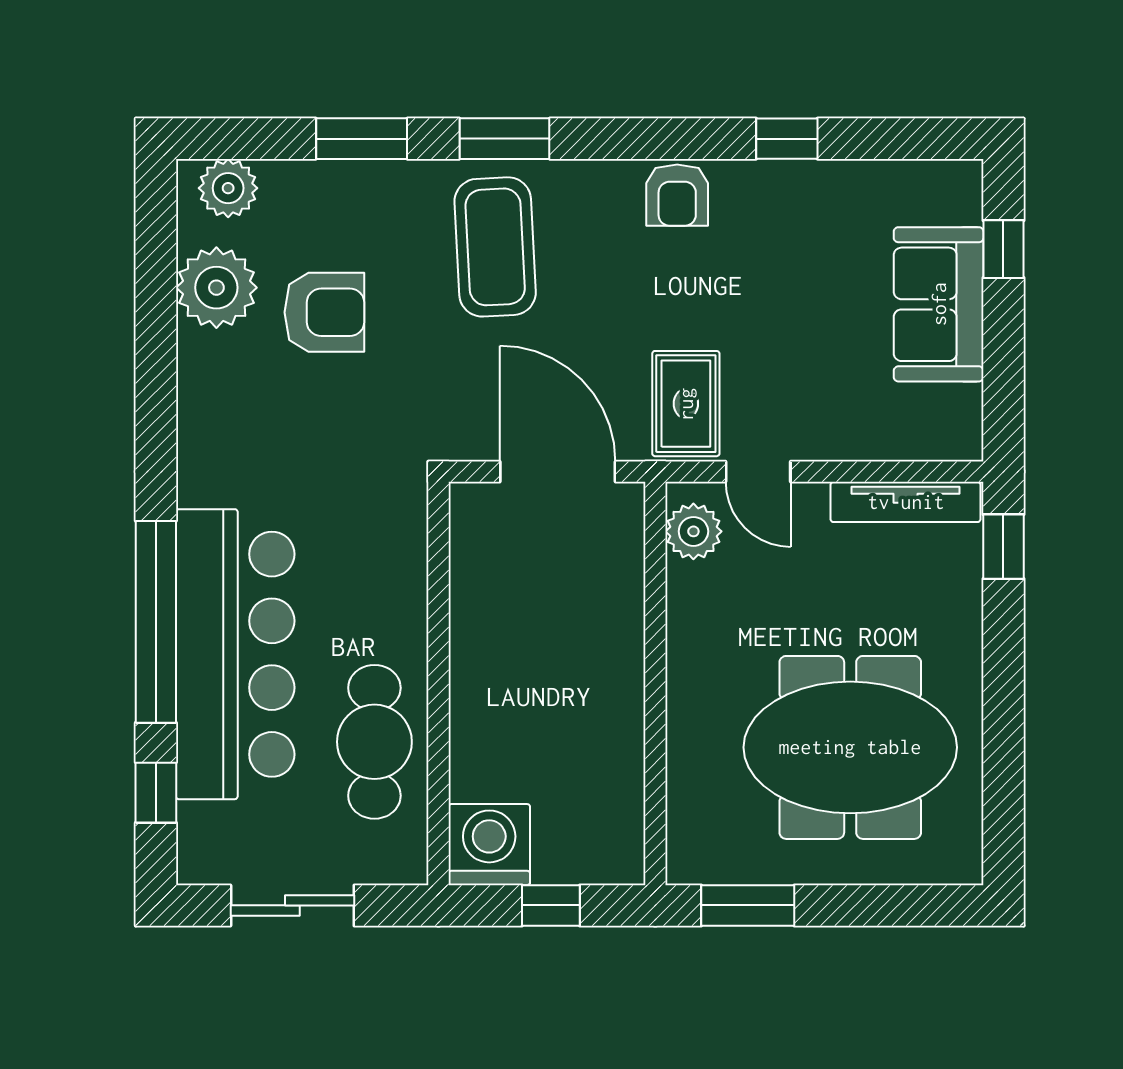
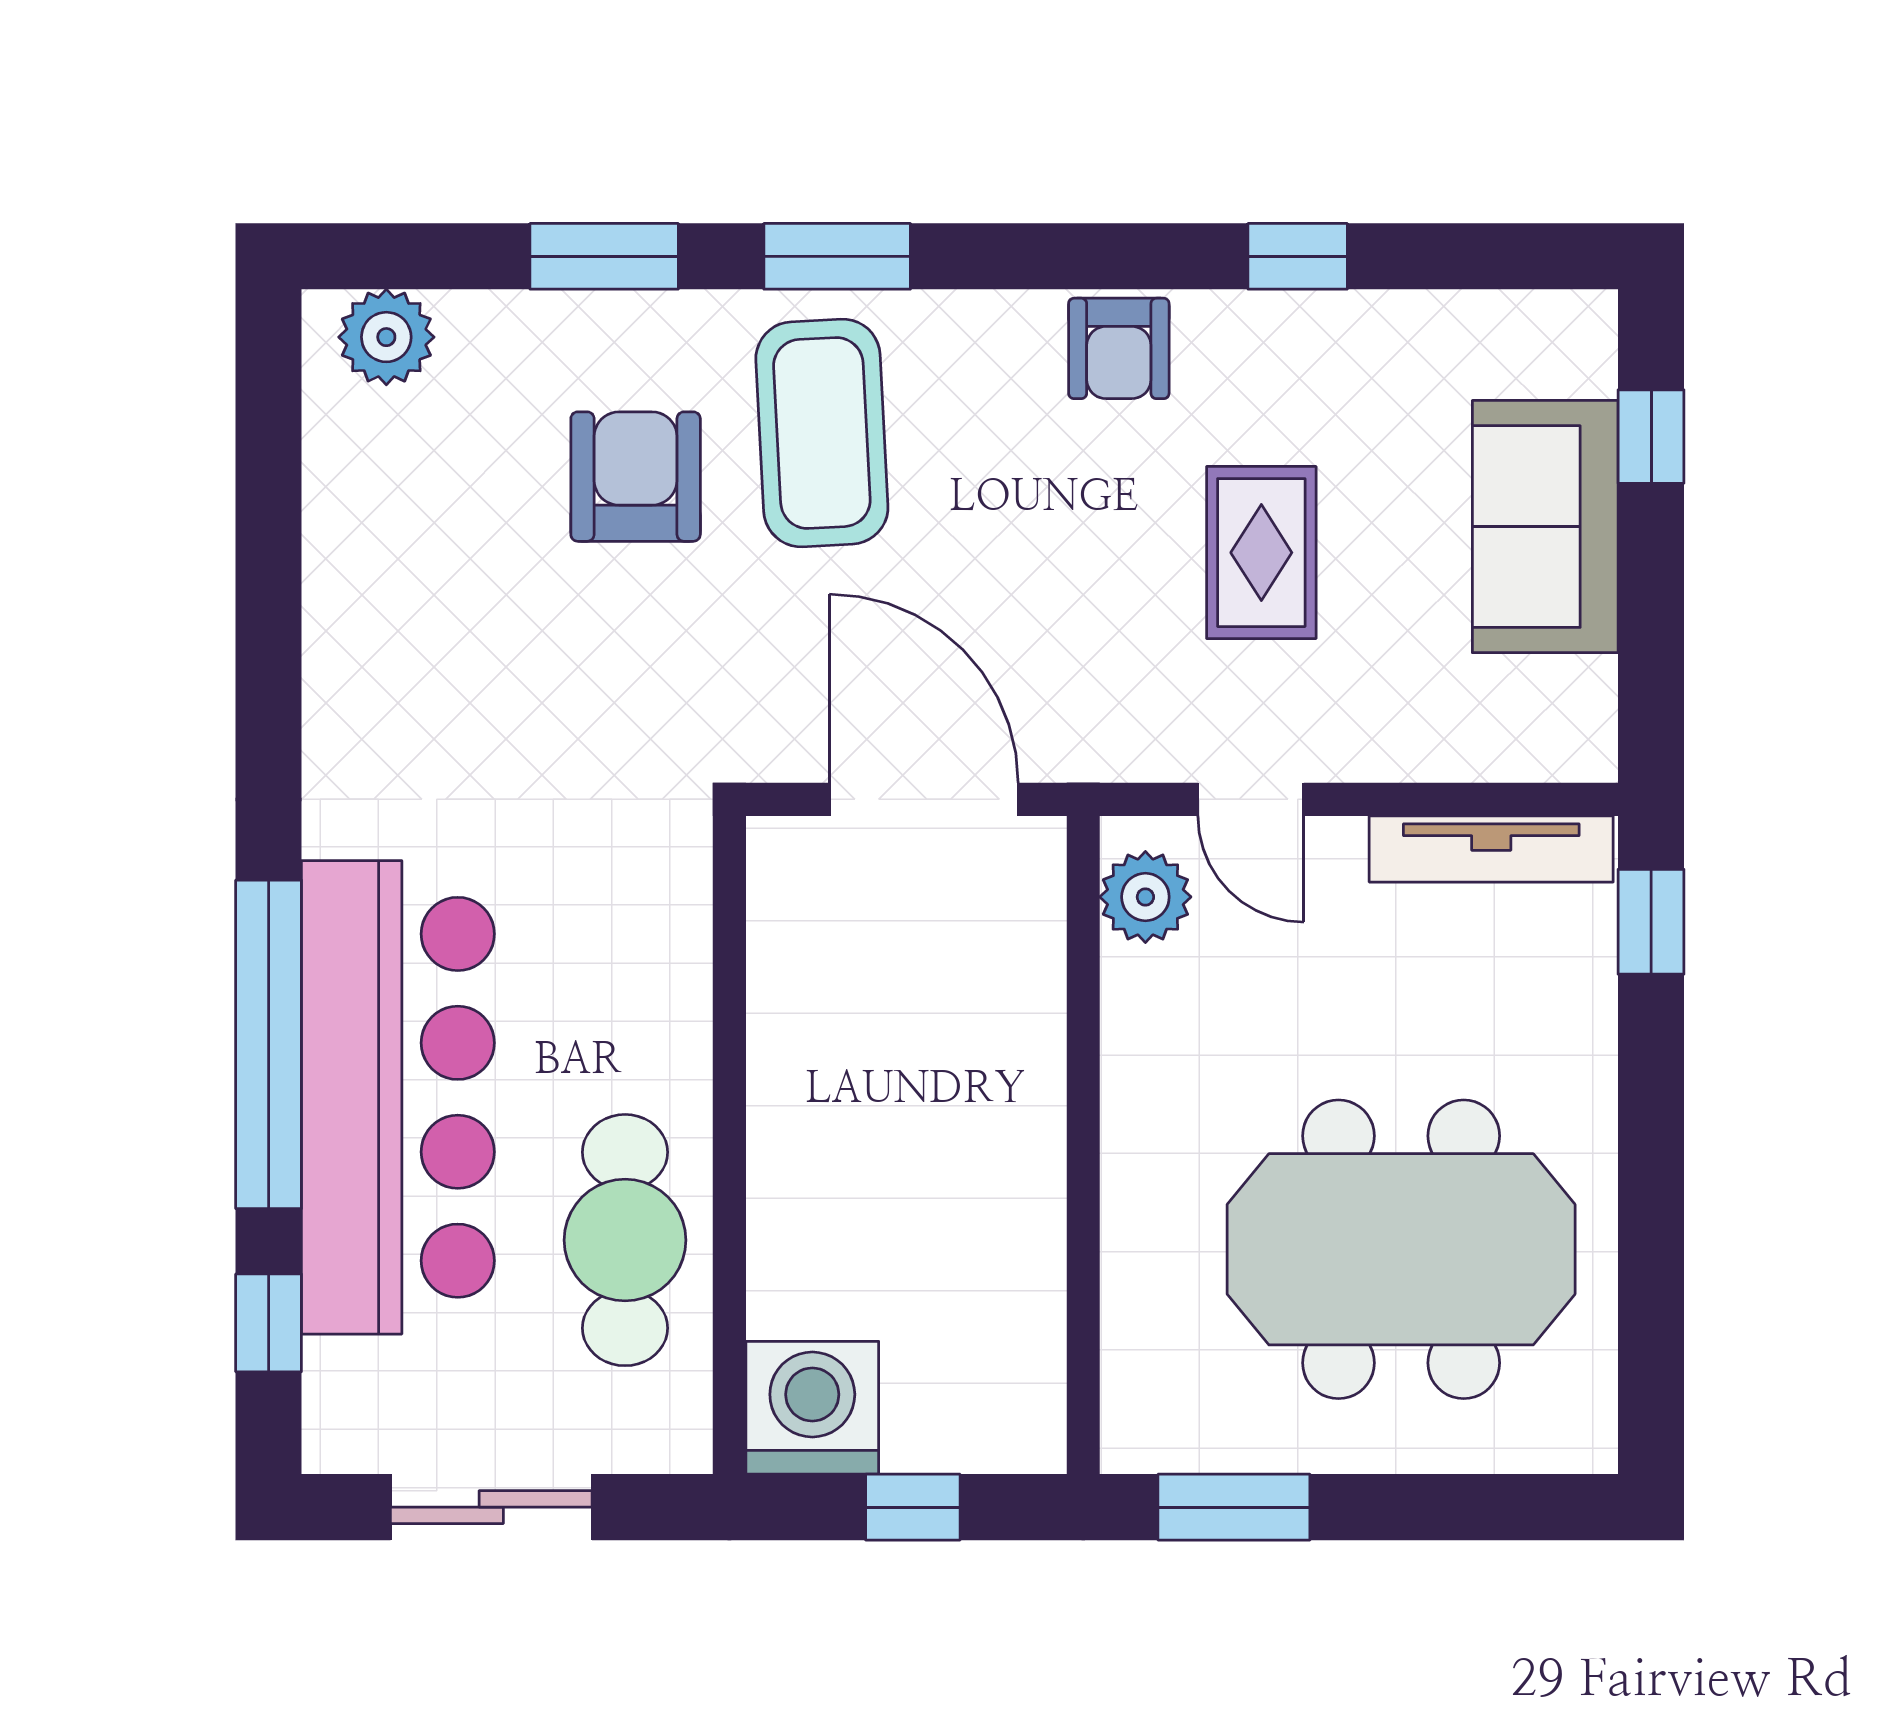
plant: (216, 288) -> (367, 499), removed
armchair: (324, 312) -> (636, 477), moved, turned -90
rug: (686, 404) -> (1261, 553), moved

